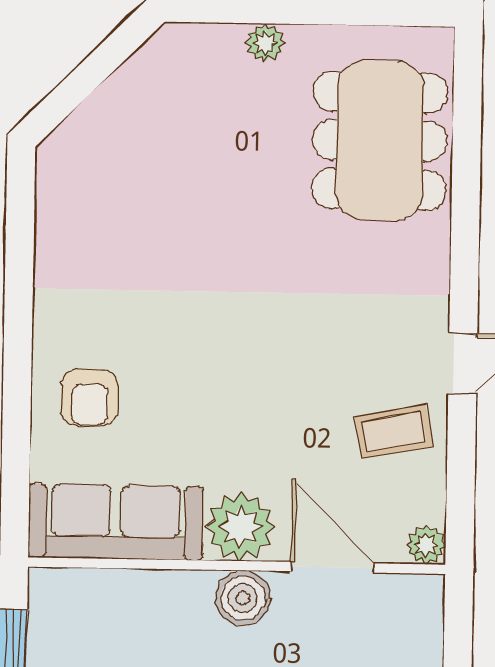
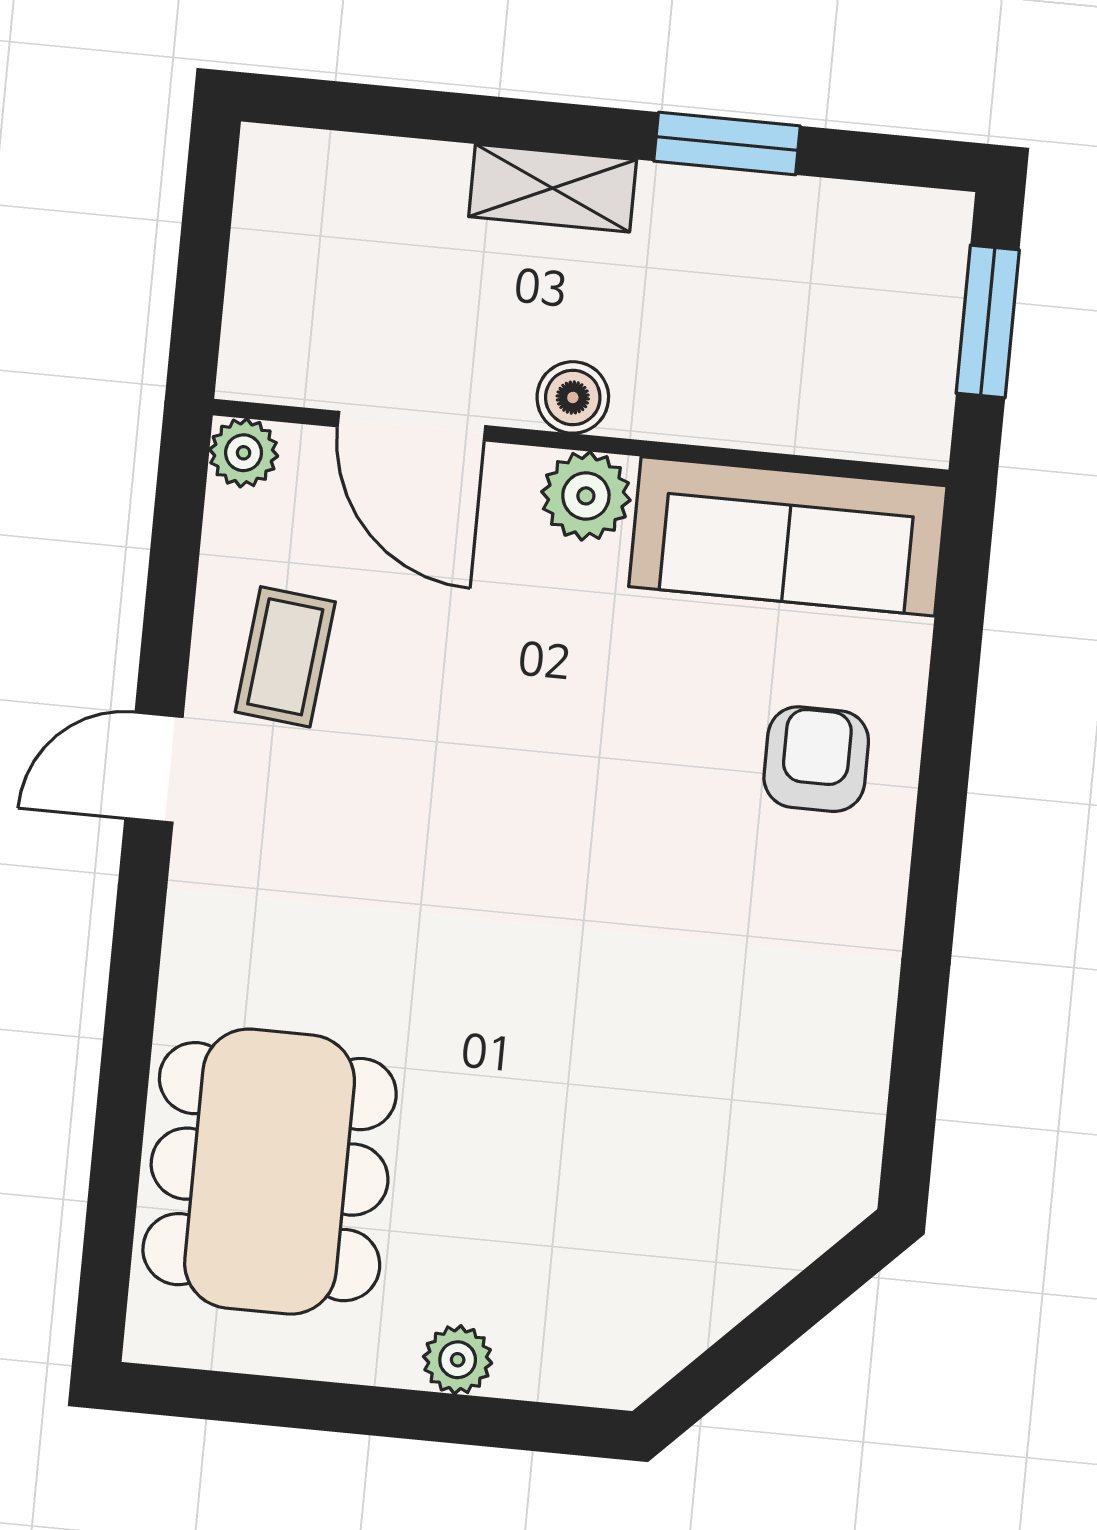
coffee table: (394, 432) -> (285, 657), turned -73
plant: (241, 527) -> (586, 496), width x0.73, depth x0.73
boiler: (243, 598) -> (573, 397), width x0.73, depth x0.73

